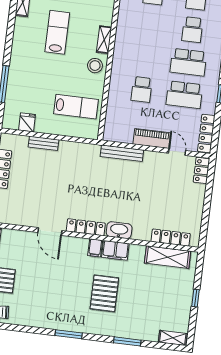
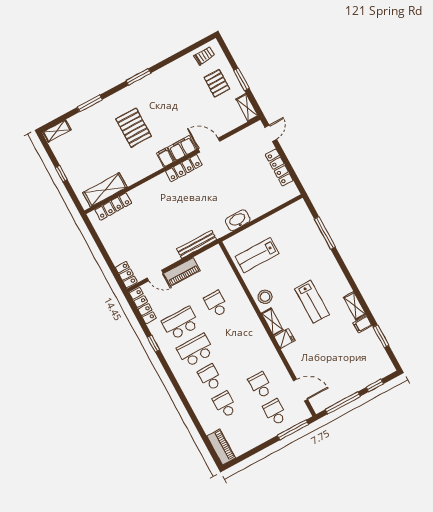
fridge: (27, 122) -> (284, 339), moved, turned -90
bench: (43, 143) -> (262, 209), removed
washbasin: (119, 230) -> (238, 220), moved, turned 180
filing cabinet: (115, 250) -> (182, 148), moved

